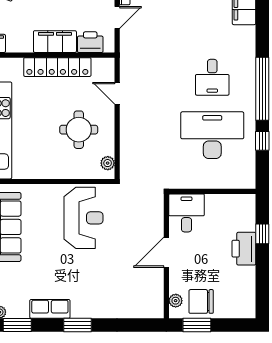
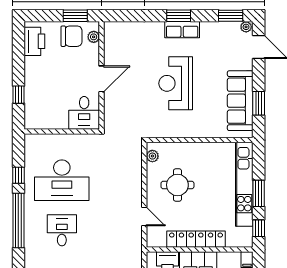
reception desk: (84, 218) -> (176, 83), moved
printer: (244, 249) -> (34, 41), moved
row of seats: (50, 309) -> (182, 30), moved

